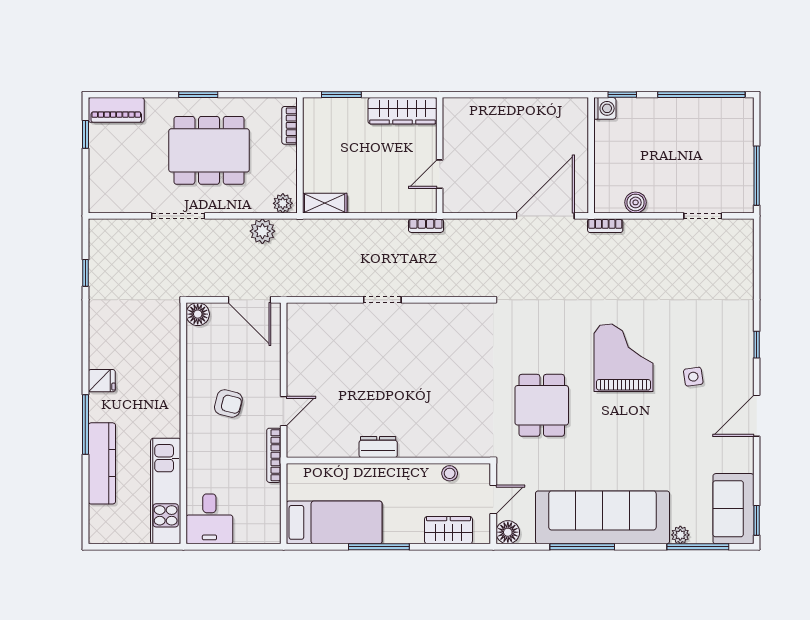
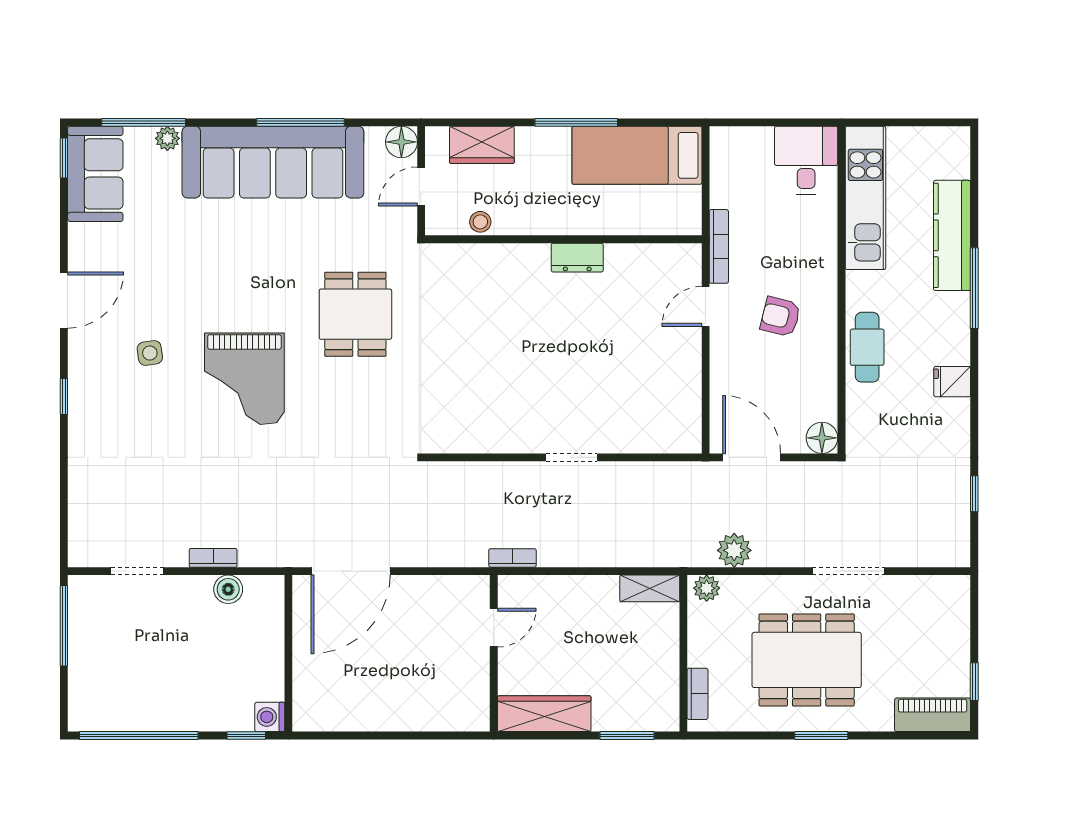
bookcase: (605, 226) -> (213, 558), moved
fridge: (102, 381) -> (952, 382), moved
cafe table: (164, 381) -> (867, 347), added

